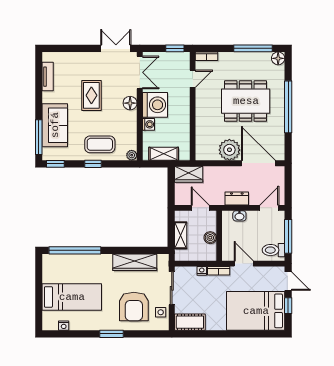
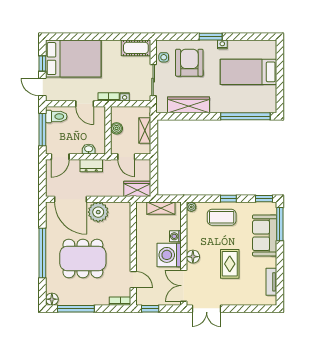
door: (193, 79) -> (133, 280), swing flipped
nightstand: (64, 326) -> (222, 44), moved

